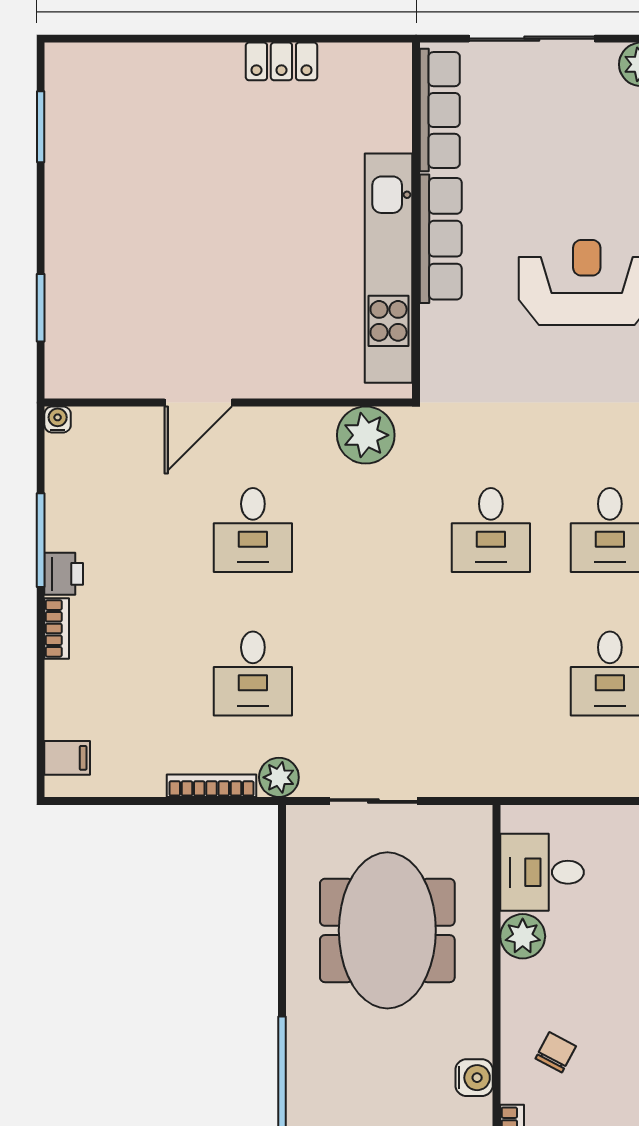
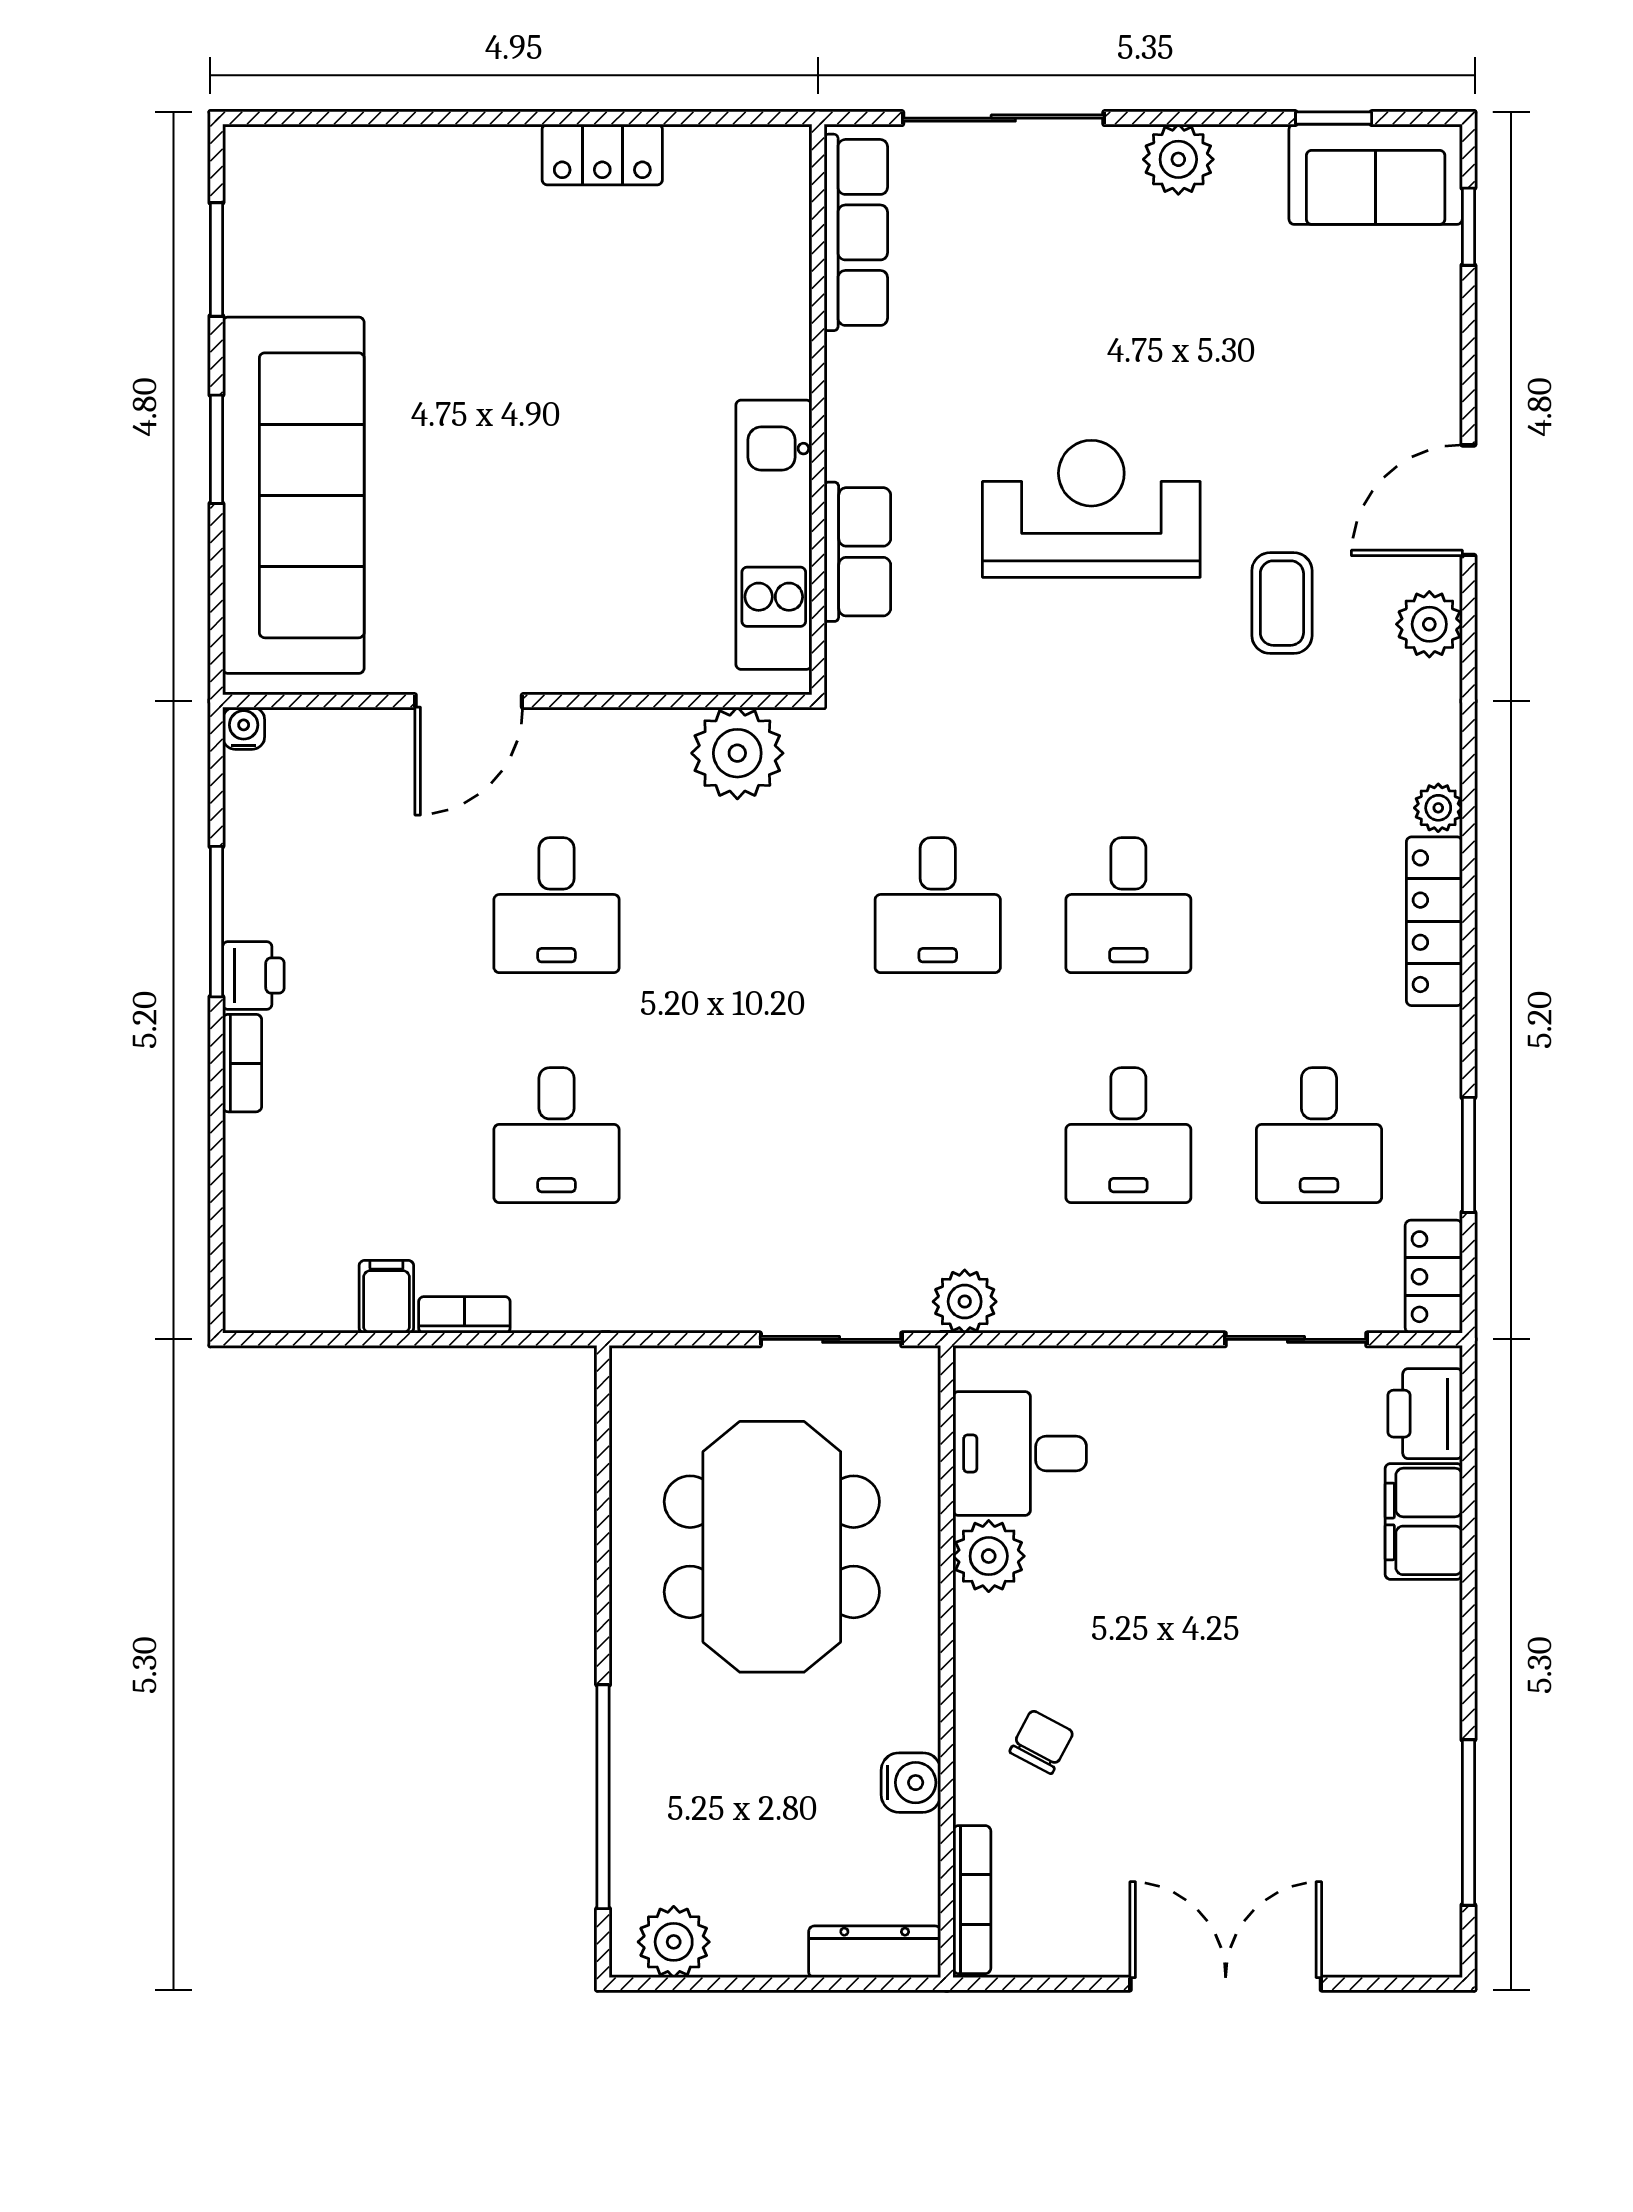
row of seats: (441, 239) -> (857, 552), moved, width x0.68
kitchen unit: (389, 268) -> (774, 535), width x0.73
sofa: (89, 274) -> (293, 495), added
window: (41, 308) -> (216, 449), moved
filing cabinet: (67, 758) -> (386, 1297), moved, turned -90
plant: (279, 777) -> (965, 1302), moved
bookcase: (211, 786) -> (464, 1315), width x0.64
sliding door: (373, 801) -> (831, 1339), moved

